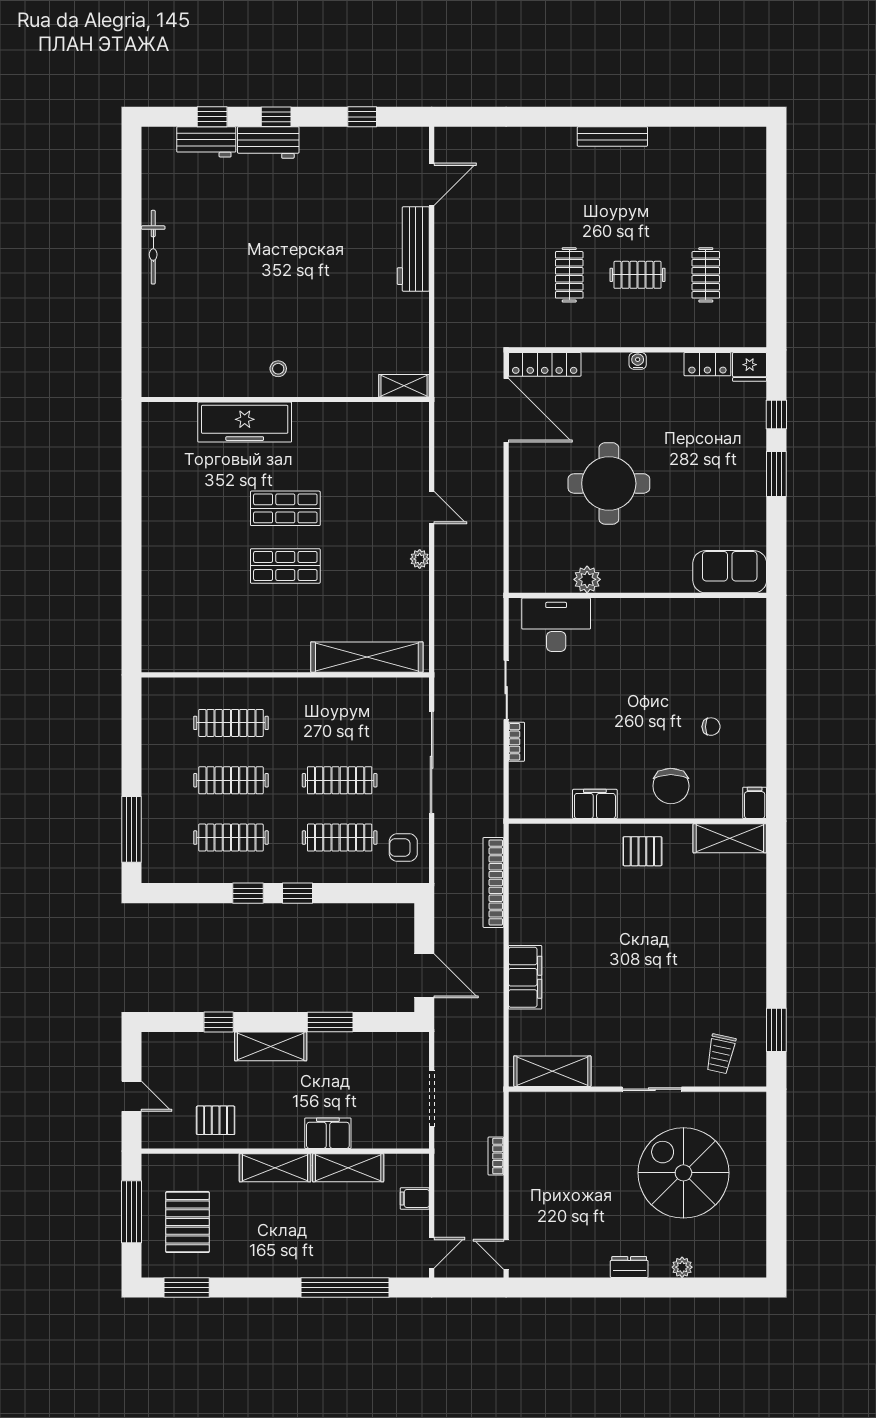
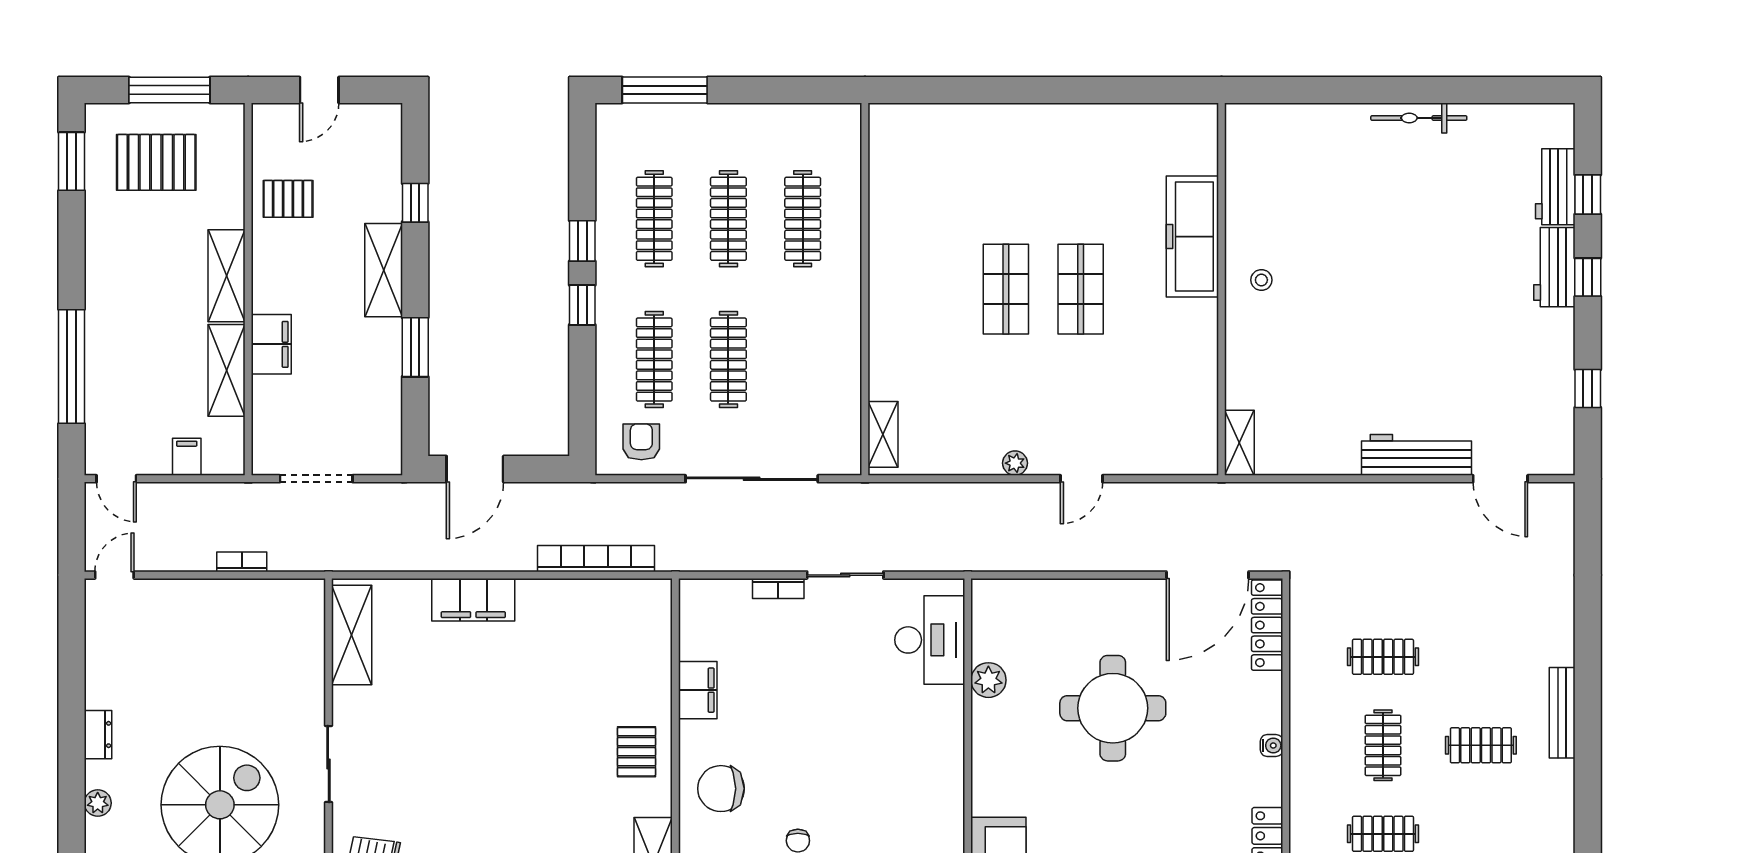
clothes rail: (638, 199) -> (1481, 745), added
shelving: (367, 657) -> (883, 434), width x0.45, depth x0.75
pallet: (216, 1120) -> (288, 199), turned 90

